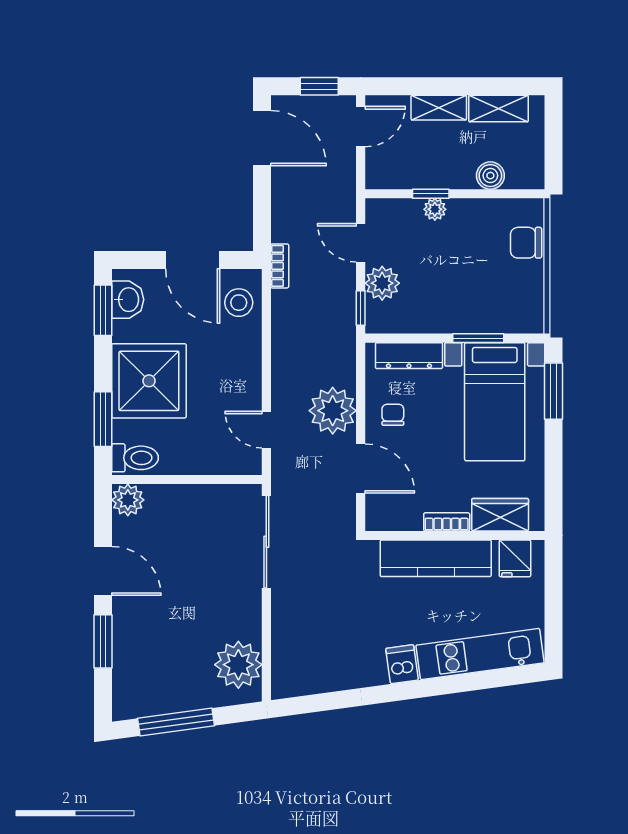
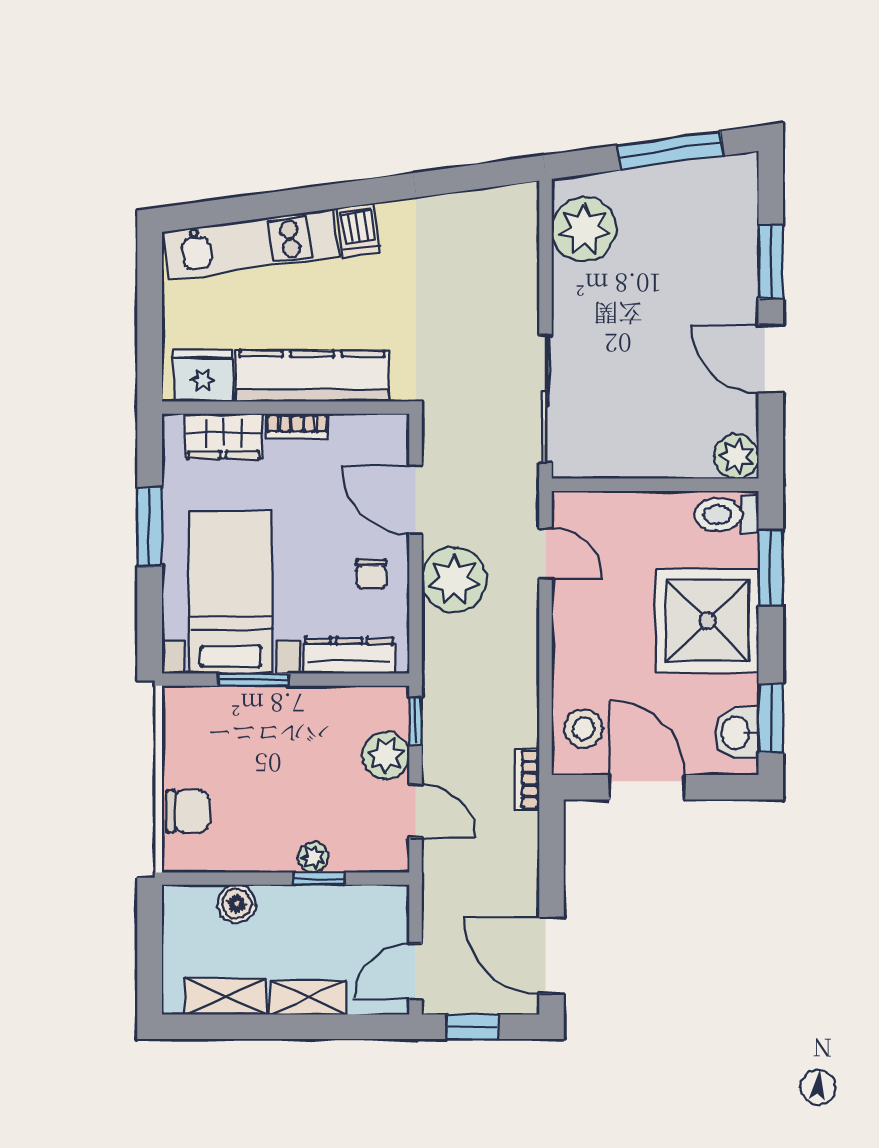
window: (554, 391) -> (150, 527), moved
fridge: (515, 558) -> (203, 376), width x1.38

